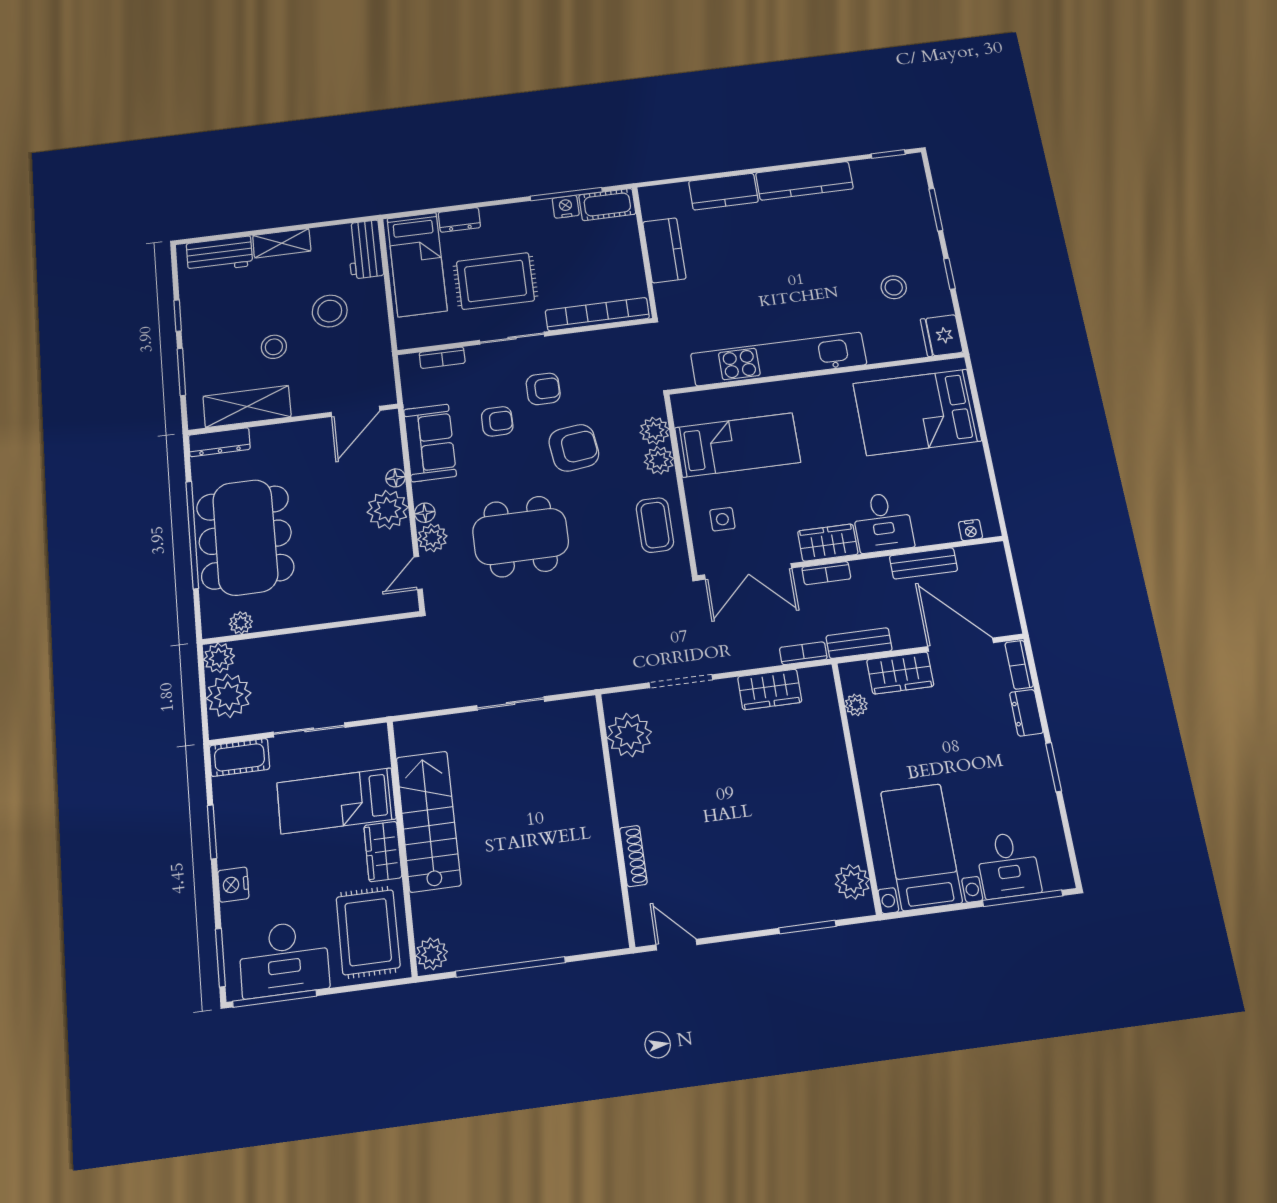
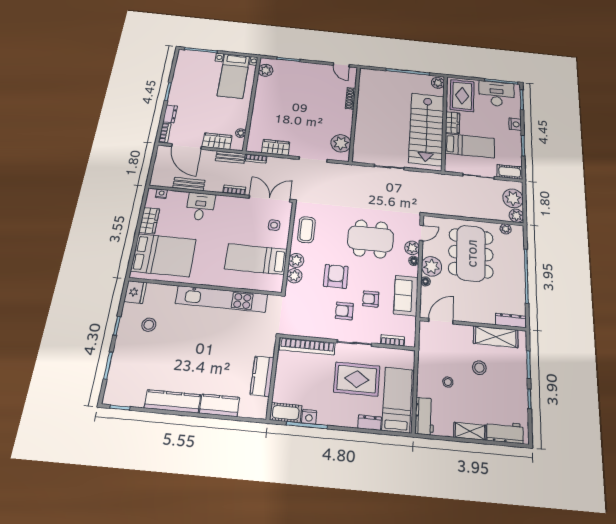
stool: (330, 311) -> (448, 382), width x0.53, depth x0.53
armchair: (574, 448) -> (336, 276), turned 97
dining table: (245, 537) -> (471, 253), moved
wardrobe: (828, 543) -> (149, 221), moved, turned -90
stairs: (428, 821) -> (427, 129), width x1.36, depth x1.51
desk: (1008, 865) -> (202, 62), removed

